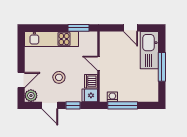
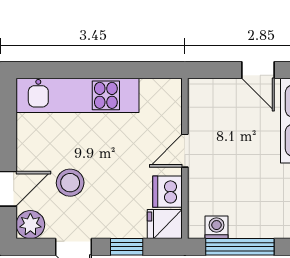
window: (79, 28) -> (139, 70), removed
door: (99, 63) -> (185, 151), hinge flipped
stool: (59, 77) -> (70, 183), moved

